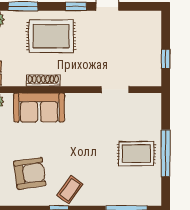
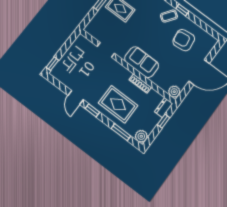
window: (166, 59) -> (52, 64), moved
sofa: (39, 108) -> (142, 62), moved

